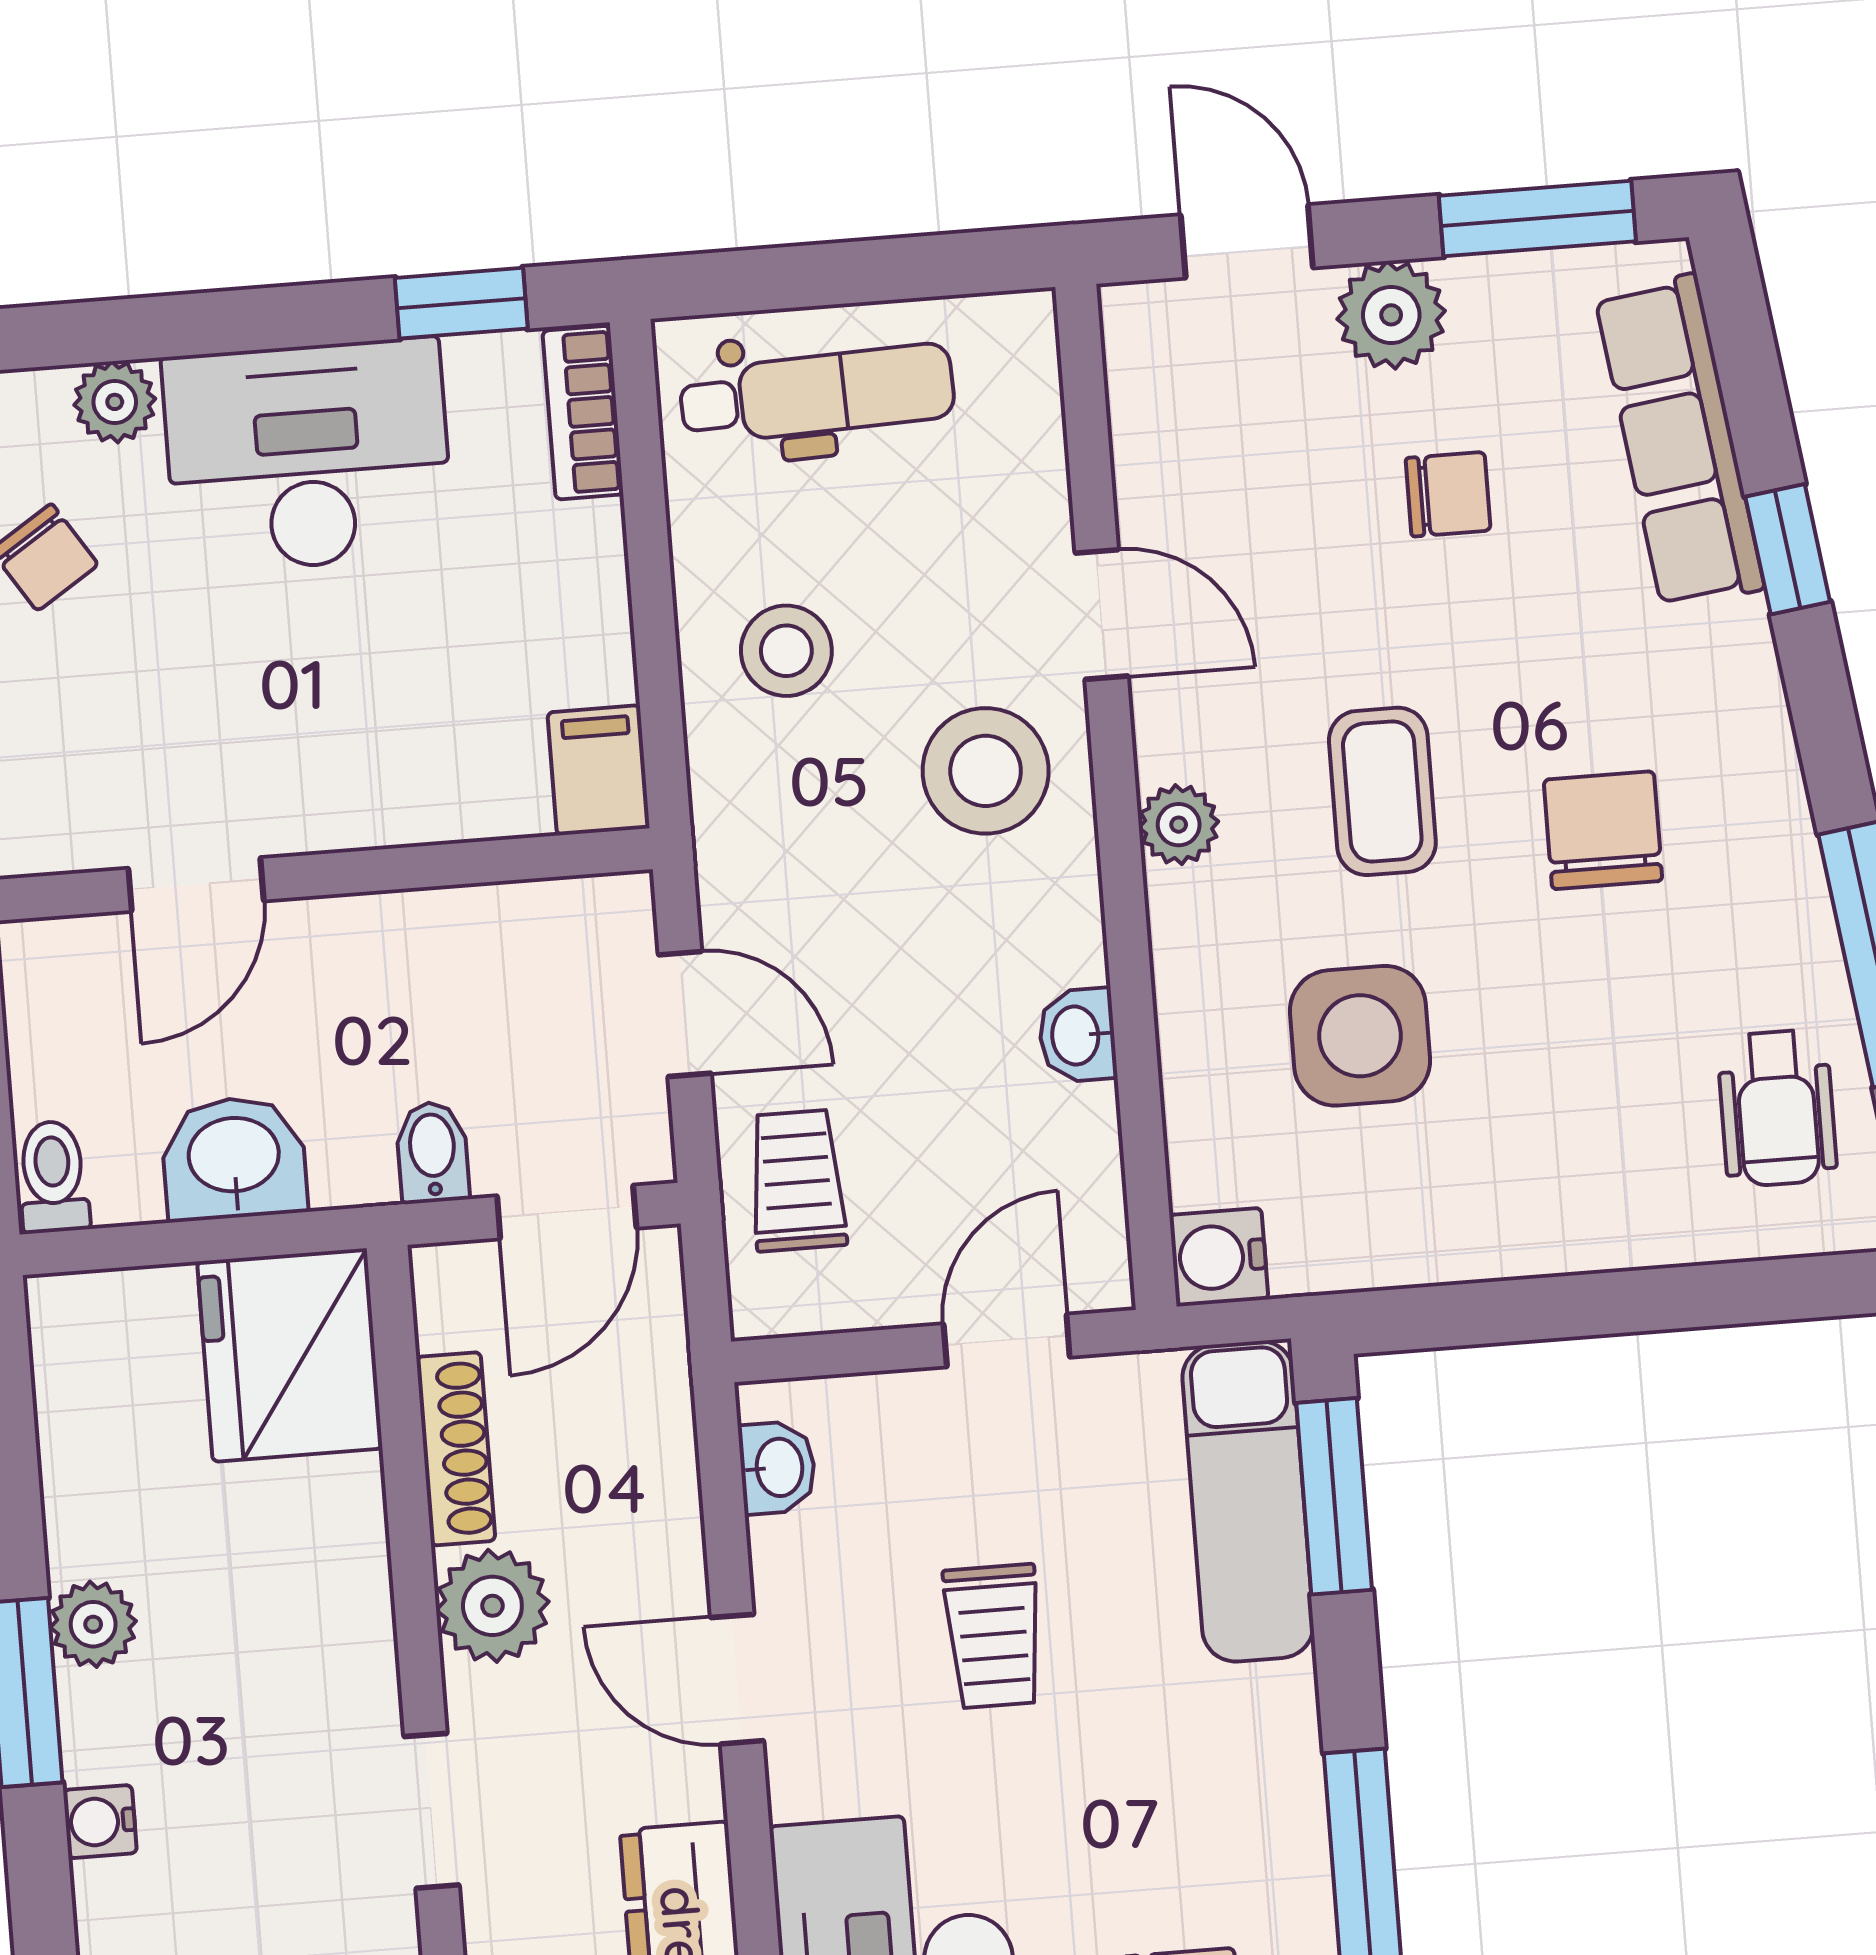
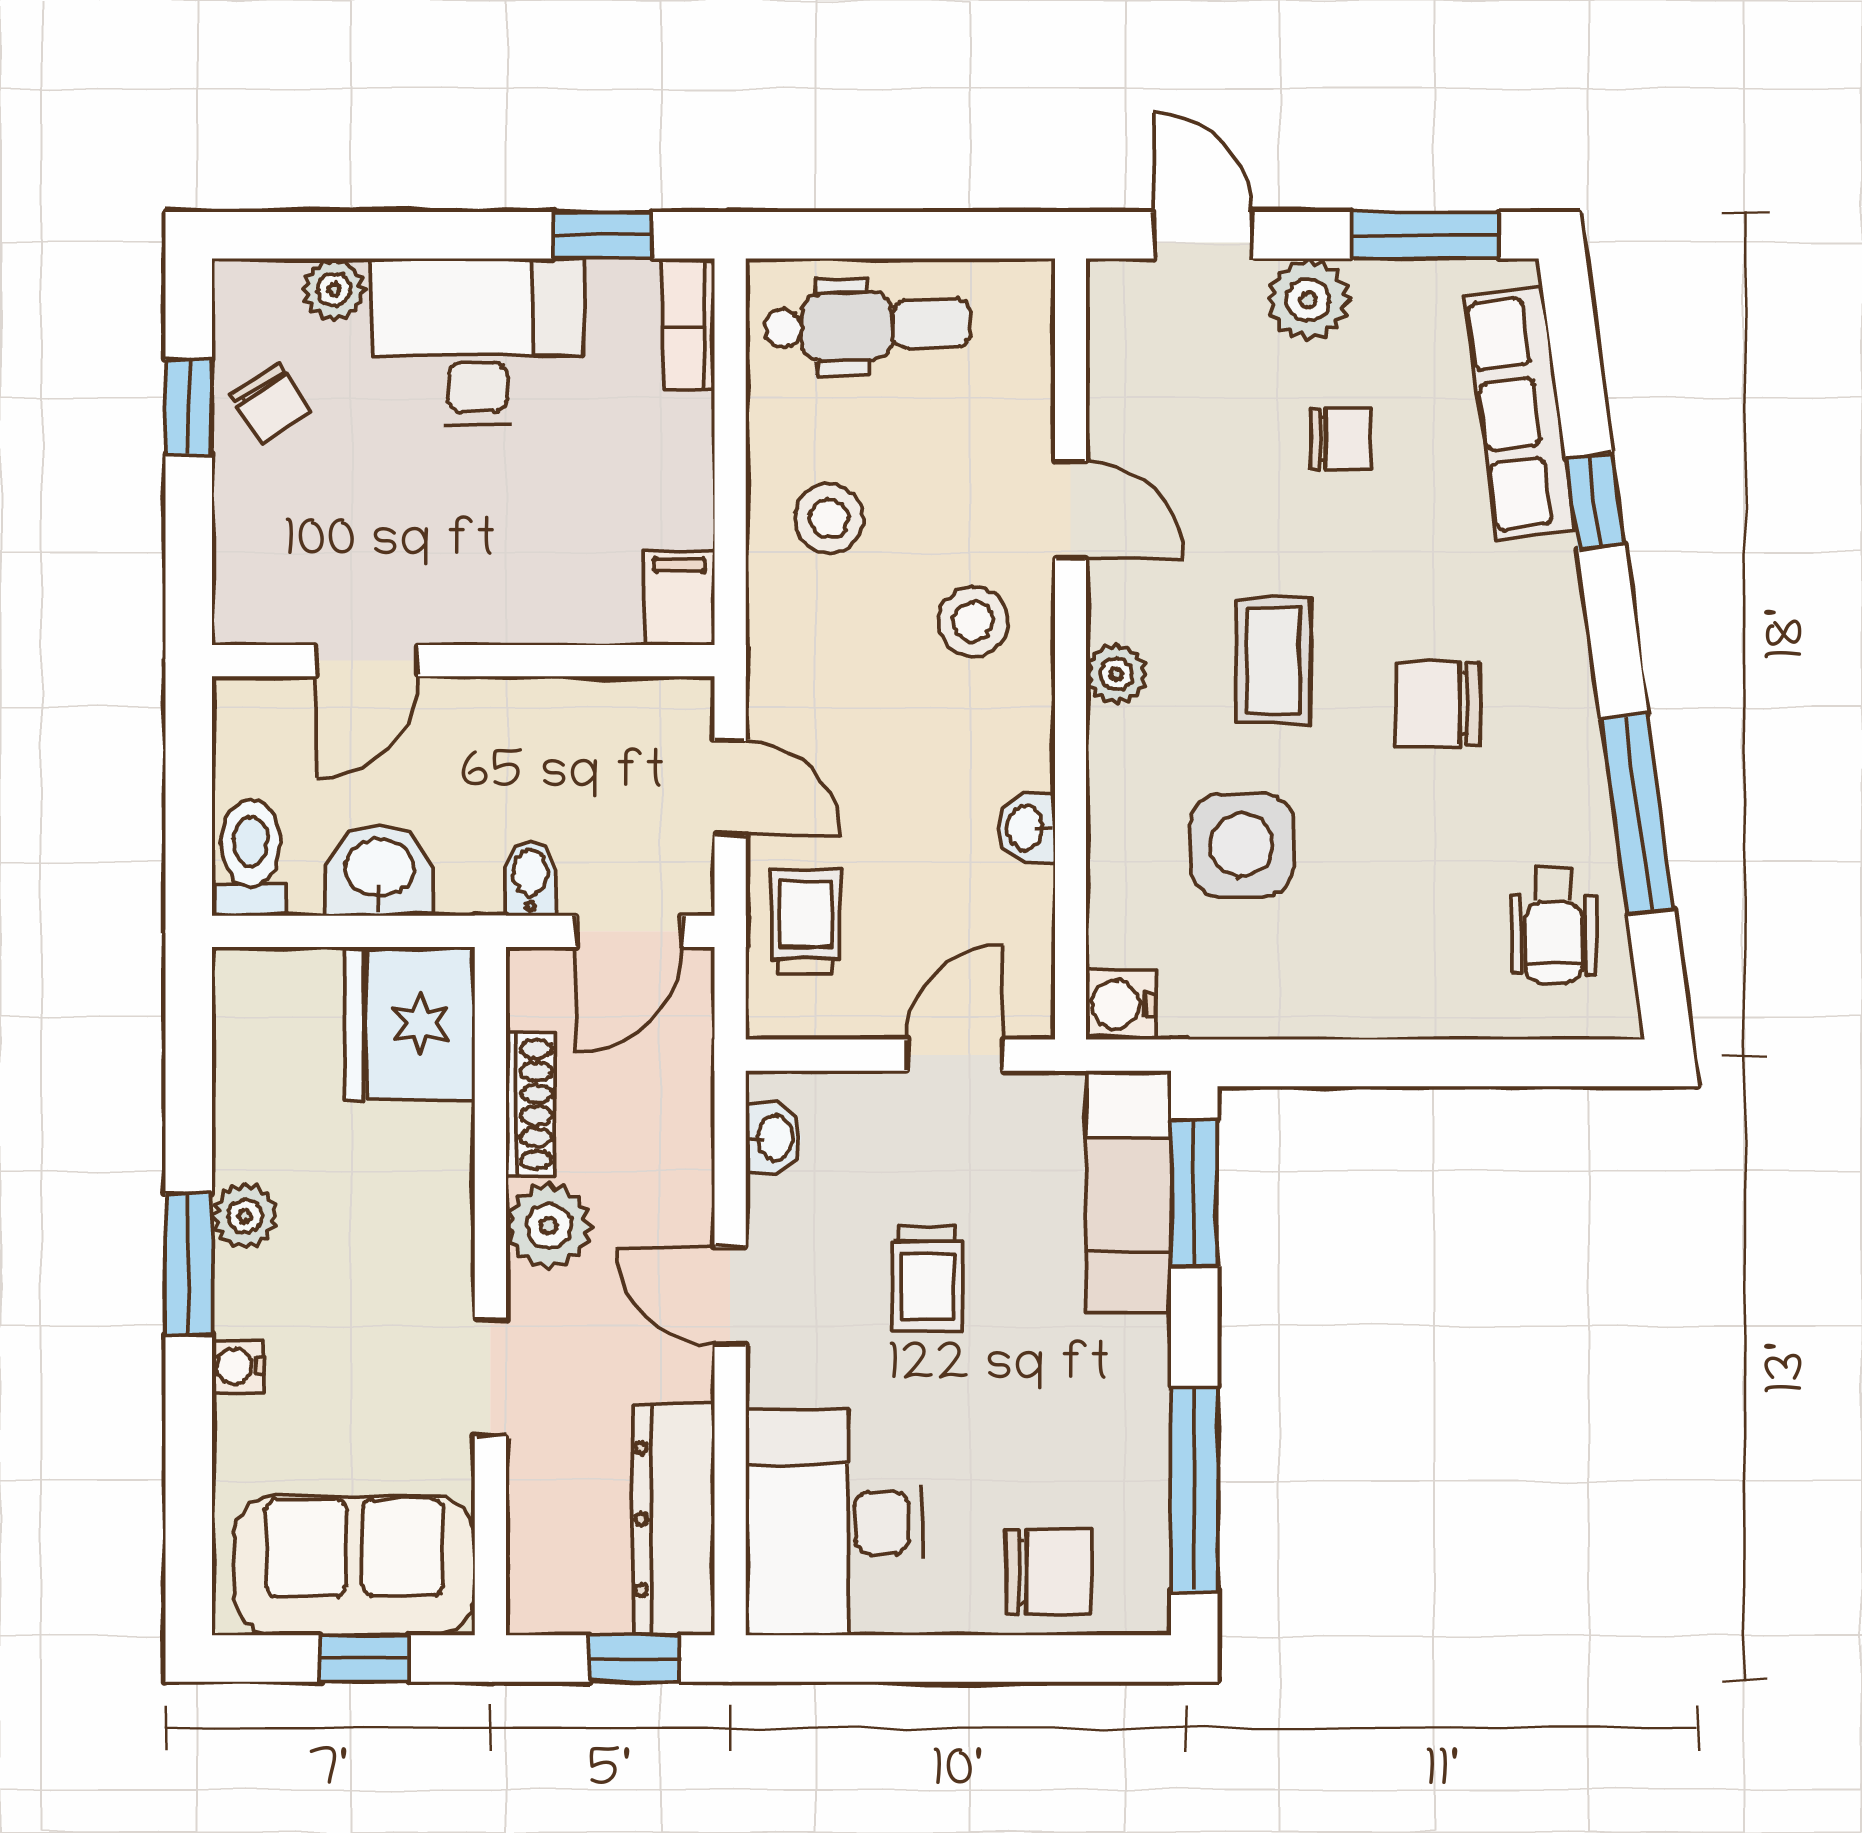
stool: (986, 771) -> (973, 622), width x0.73, depth x0.73
chair: (1603, 830) -> (1438, 704), turned -90
toilet: (53, 1177) -> (251, 858), width x1.37, depth x1.39

